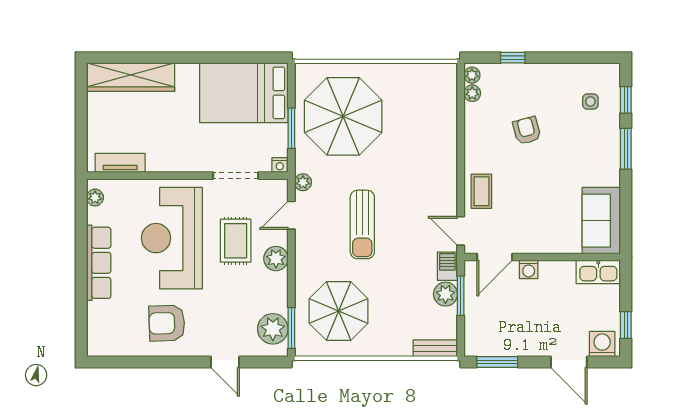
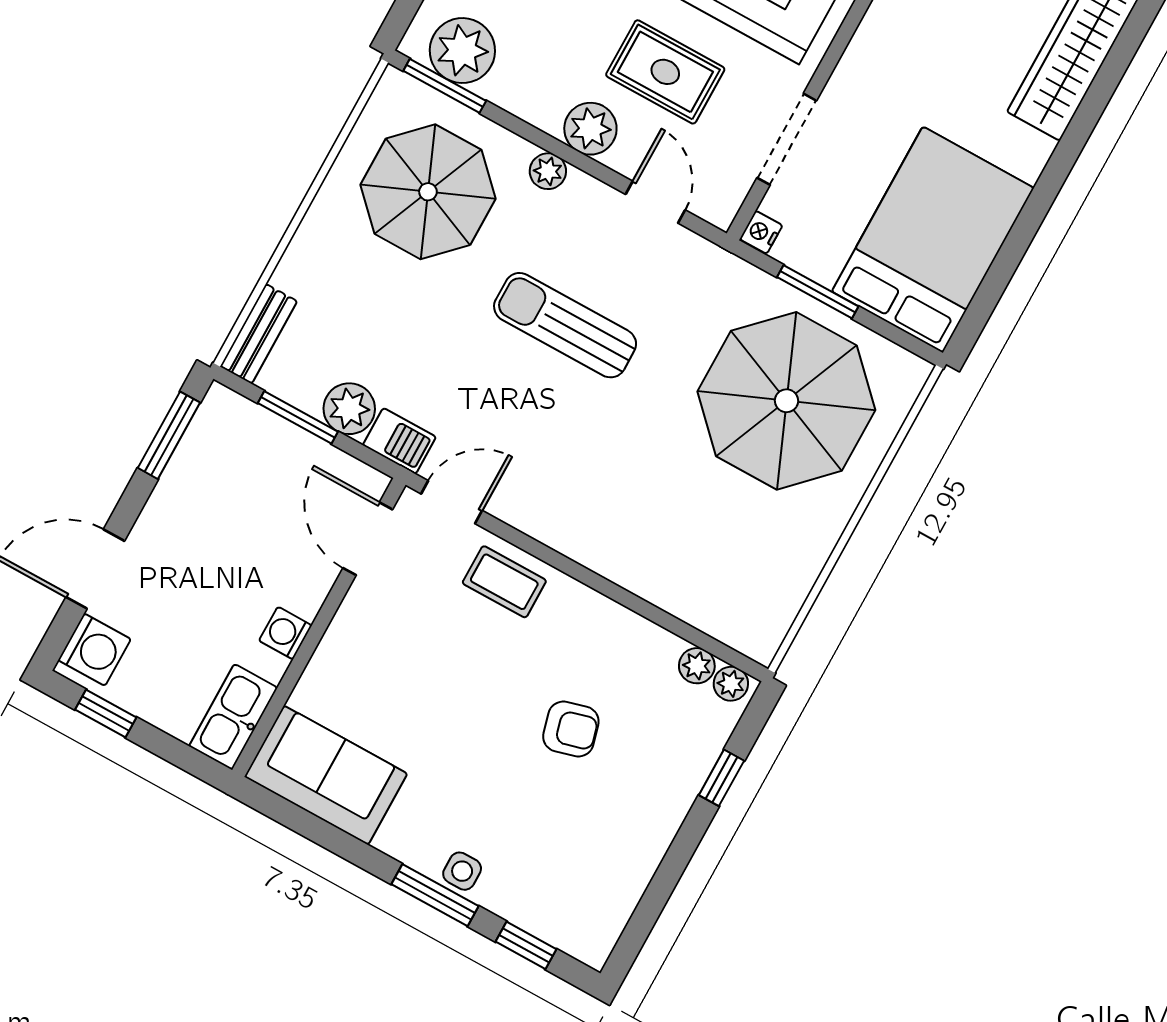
side table: (590, 102) -> (462, 871), moved
plant: (303, 182) -> (548, 171), moved
washing machine: (529, 269) -> (285, 633), moved
window: (461, 296) -> (298, 417), moved

